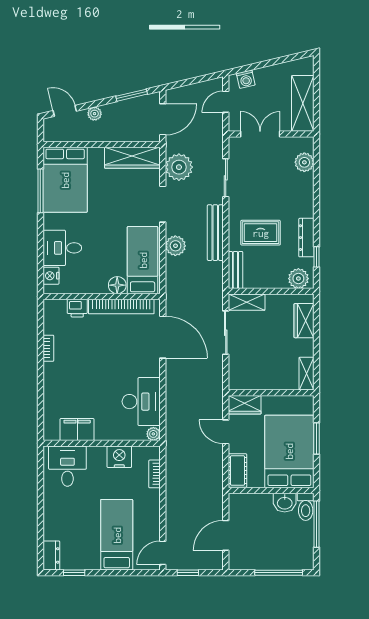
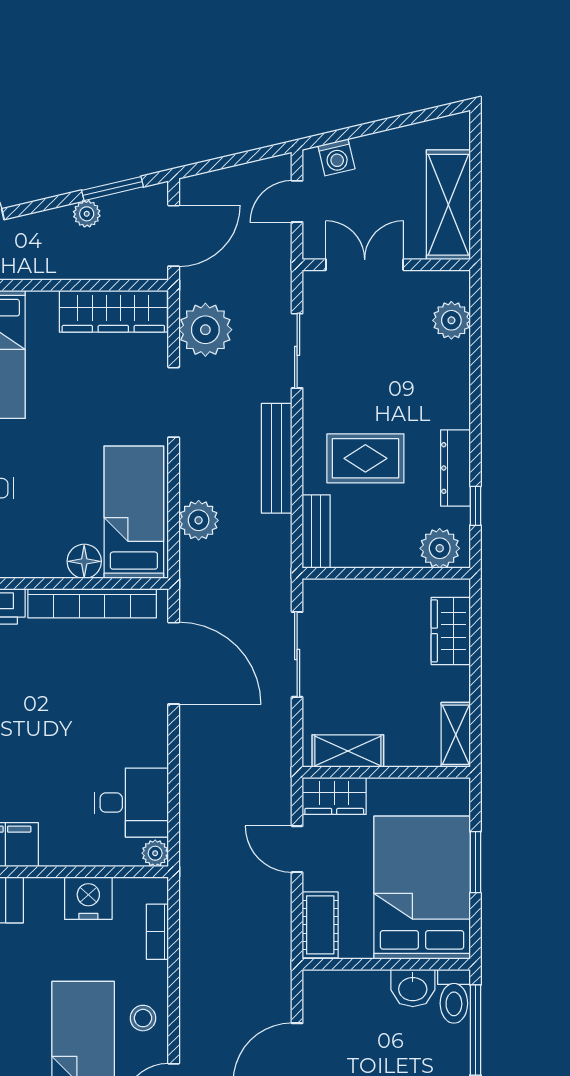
plant: (95, 114) -> (87, 214), moved
plant: (175, 246) -> (199, 520), moved
shelving: (247, 302) -> (348, 751), moved
desk: (141, 402) -> (131, 803), width x0.73
stool: (147, 518) -> (143, 1018), added

